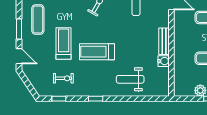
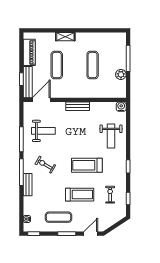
treadmill: (64, 44) -> (80, 195), turned 180
treadmill: (97, 52) -> (87, 165), turned 90
water cooler: (164, 61) -> (121, 107), moved

